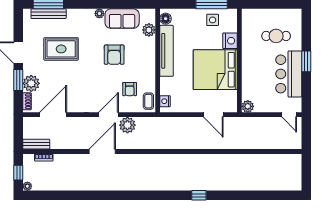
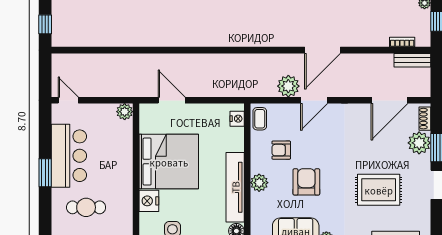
plant: (149, 30) -> (259, 183), moved
armchair: (130, 89) -> (281, 150), moved, turned -90
window: (306, 170) -> (45, 24), added

